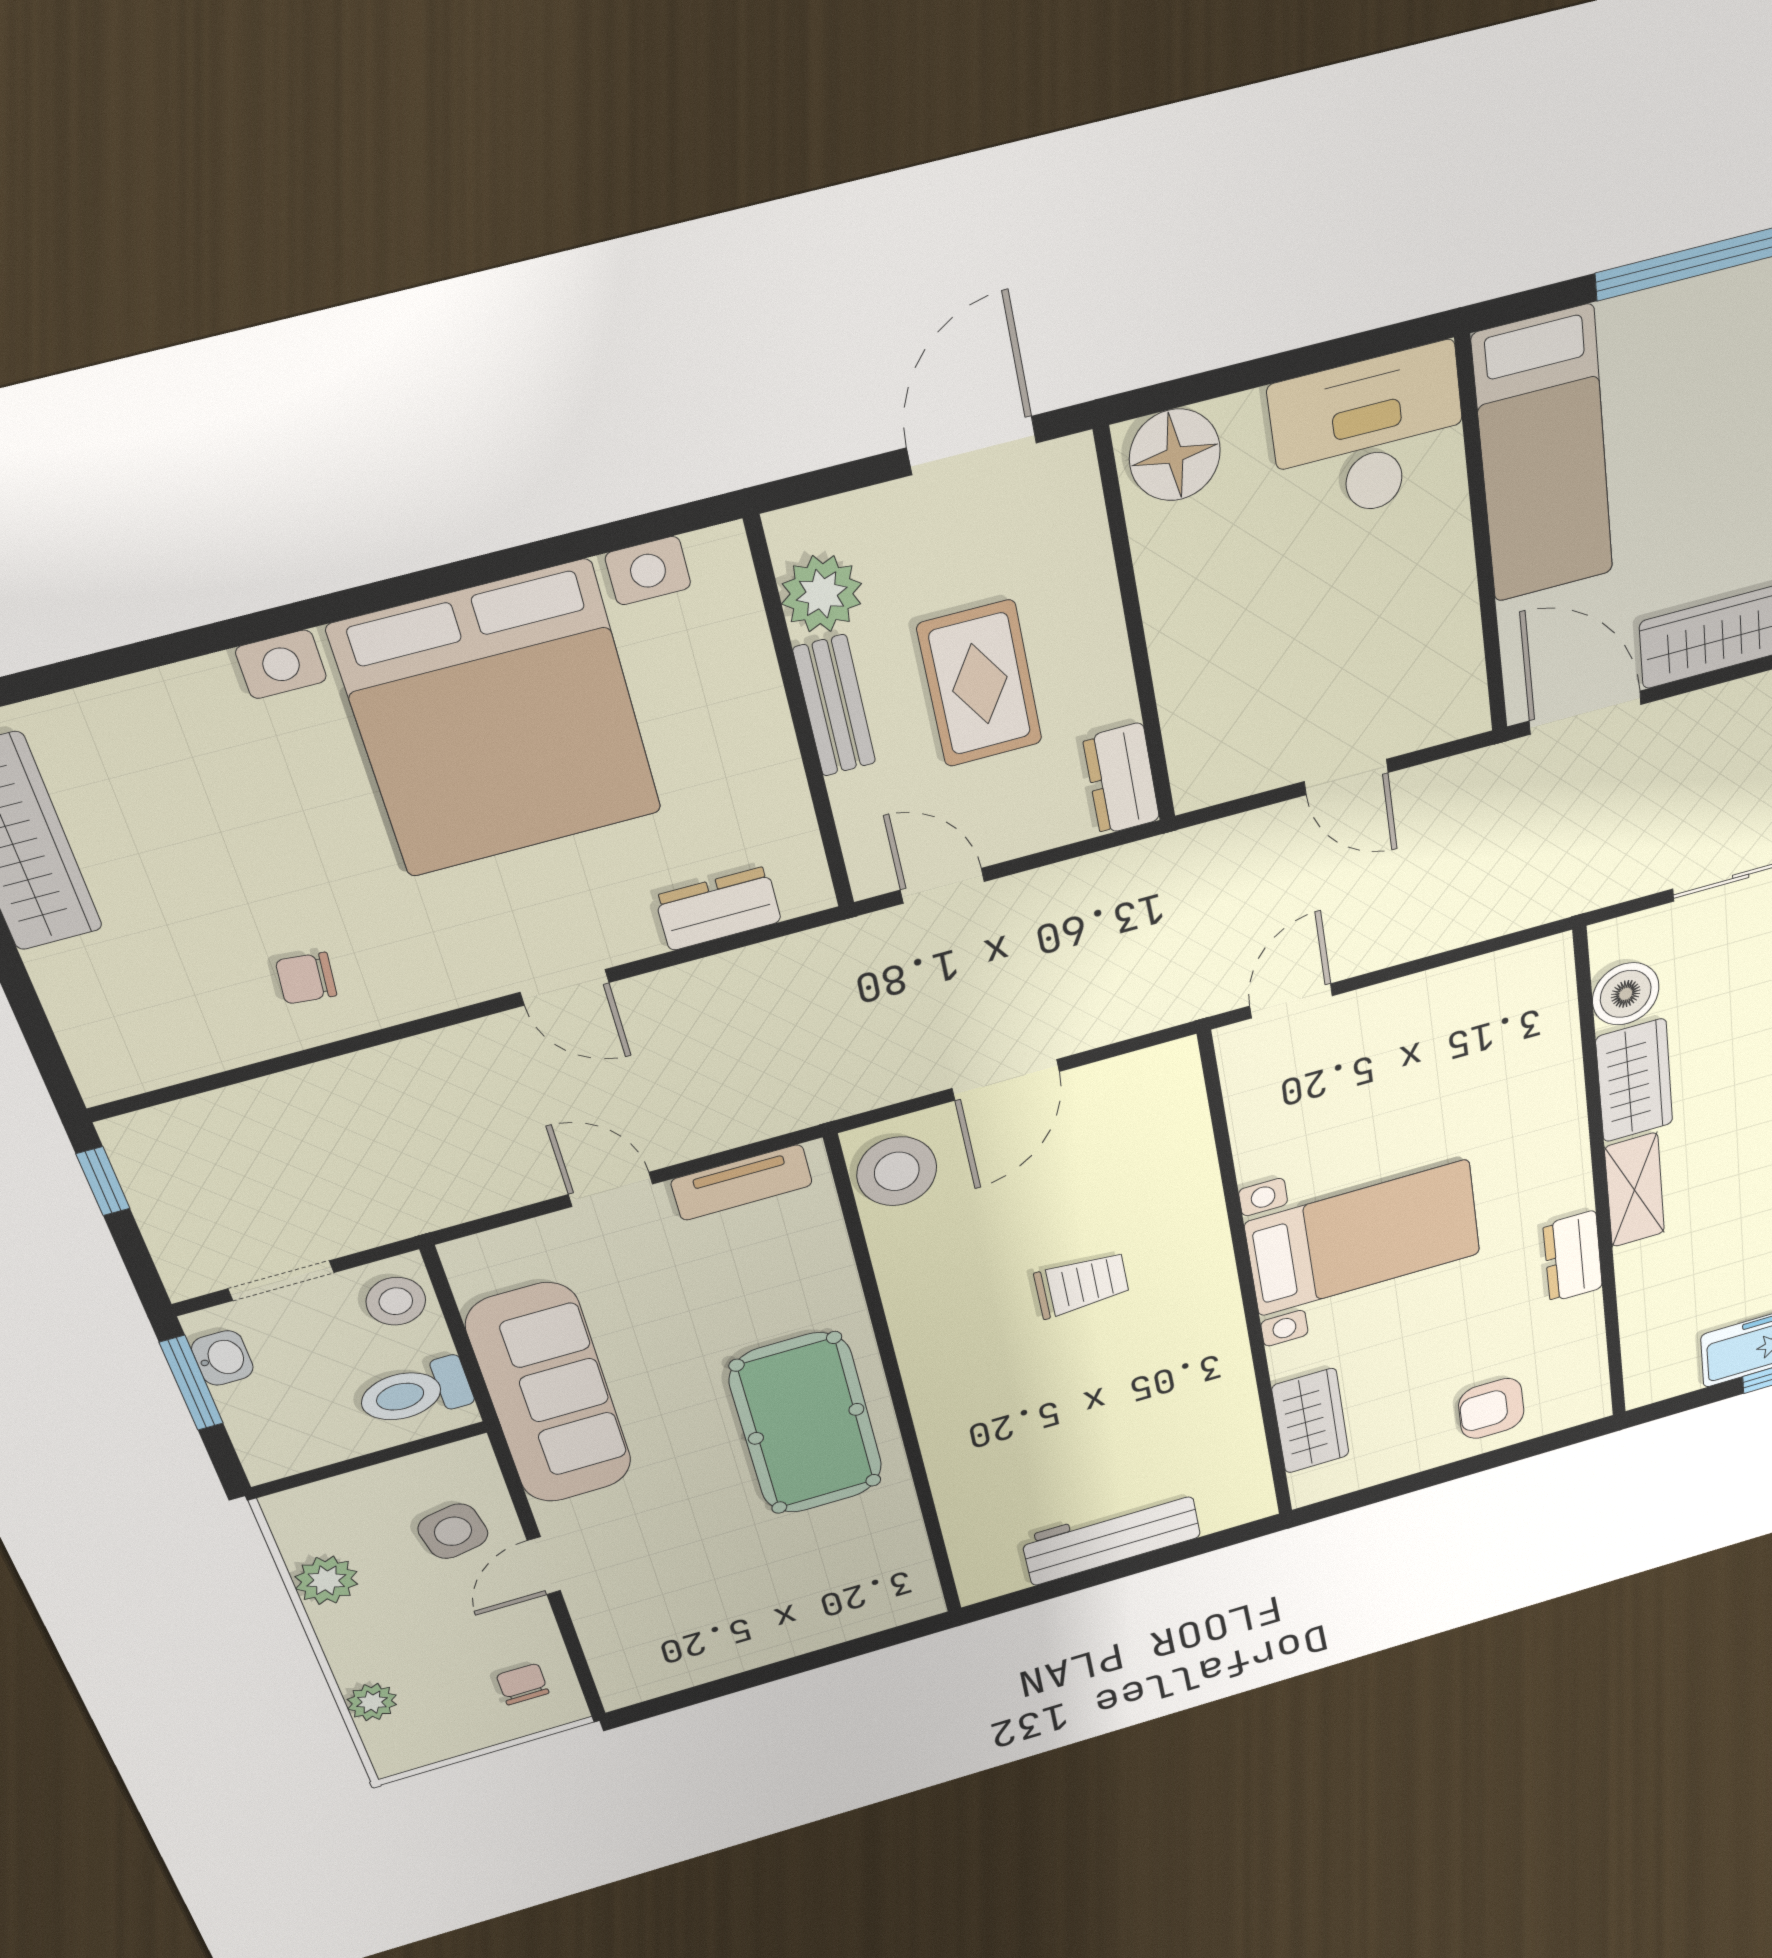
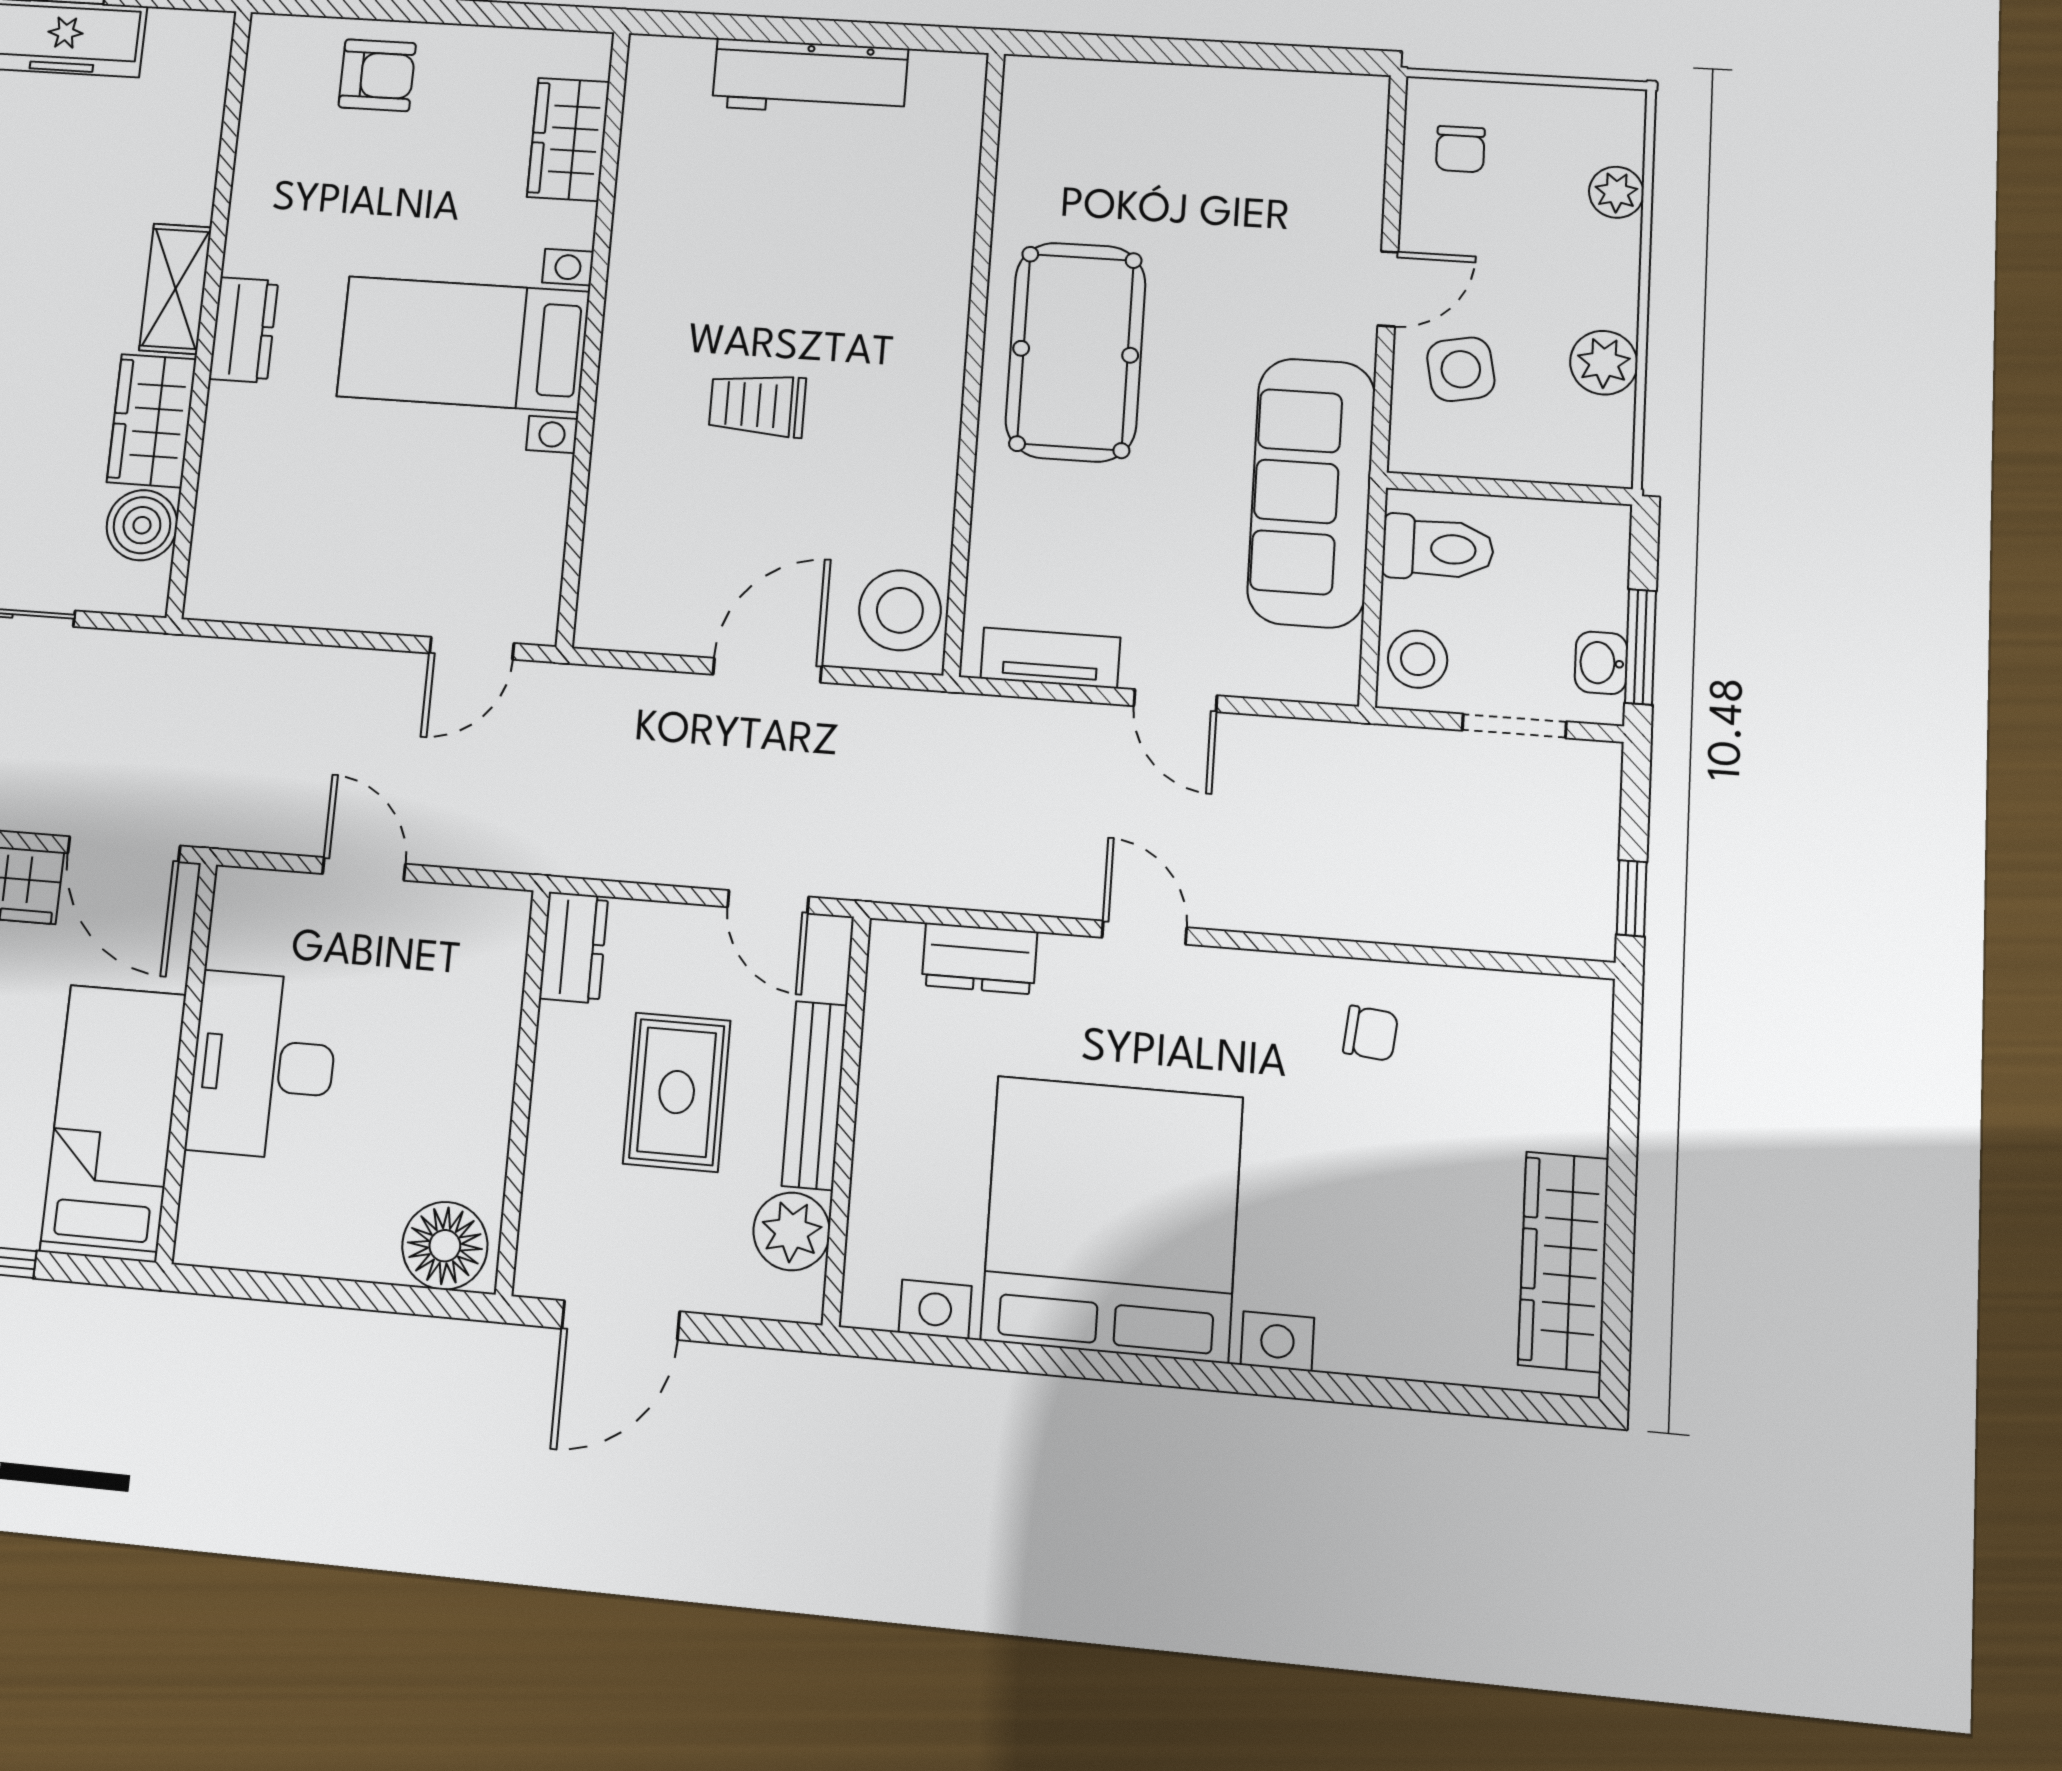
desk: (1369, 436) -> (263, 1065), moved, turned 90
bench: (834, 706) -> (815, 1095), width x1.36
dresser: (1573, 1257) -> (244, 330), moved

